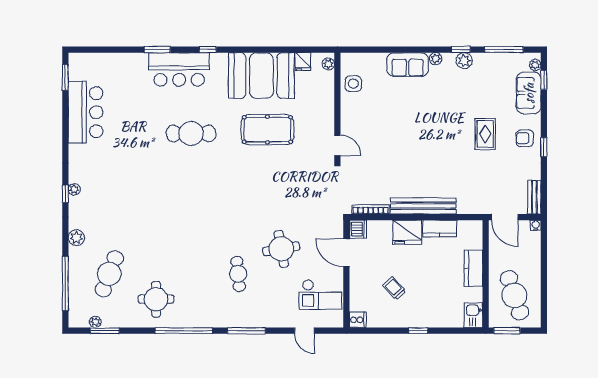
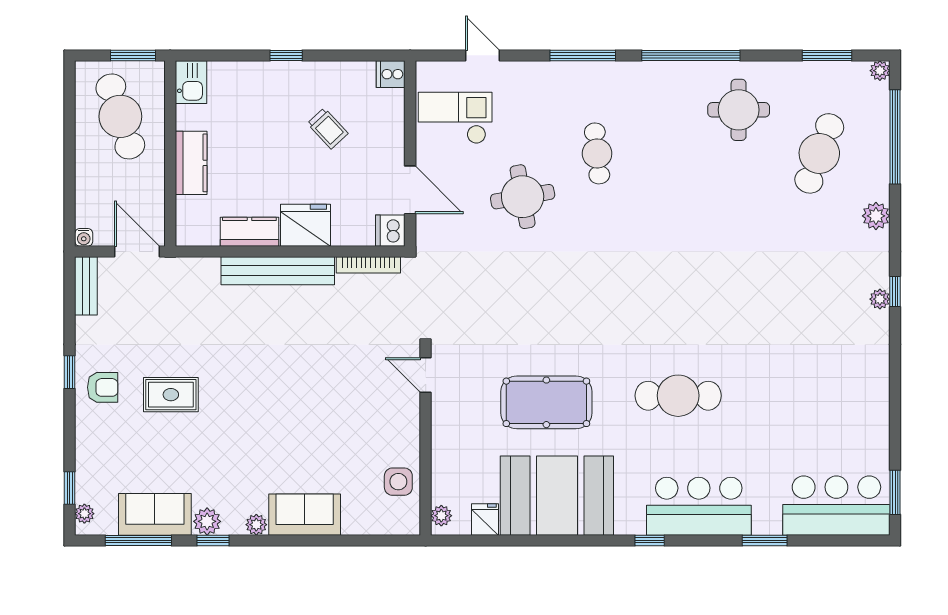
window: (157, 50) -> (765, 540), moved
sofa: (529, 93) -> (155, 514), moved, turned -90
bar counter: (86, 112) -> (836, 506), moved, turned 90
rug: (485, 134) -> (171, 395), turned 90
plant: (95, 322) -> (880, 71), moved

